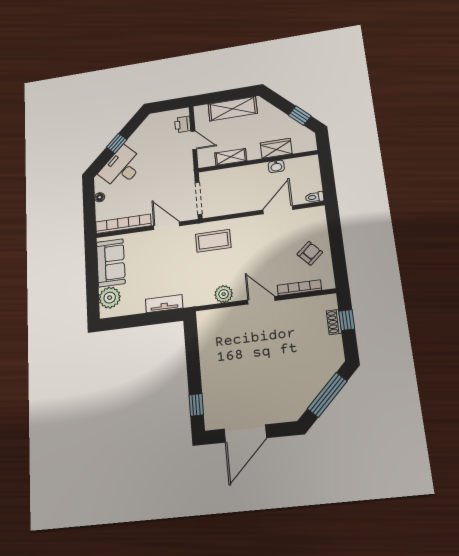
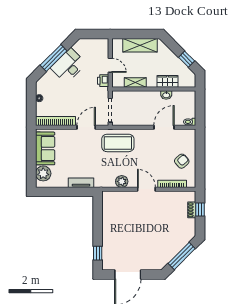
printer: (183, 124) -> (103, 81), moved
window: (117, 143) -> (54, 58), width x2.17
desk: (122, 167) -> (69, 66), moved
door: (167, 226) -> (86, 127), hinge flipped
coffee table: (213, 241) -> (118, 143), width x1.36, depth x1.32

